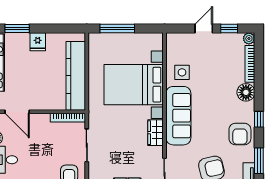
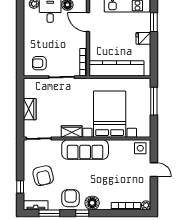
window: (229, 29) -> (154, 190), removed
side table: (182, 72) -> (140, 148), moved
floor lamp: (246, 92) -> (92, 203), moved
door: (17, 112) -> (88, 22), hinge flipped
armchair: (240, 134) -> (71, 198), turned 90

